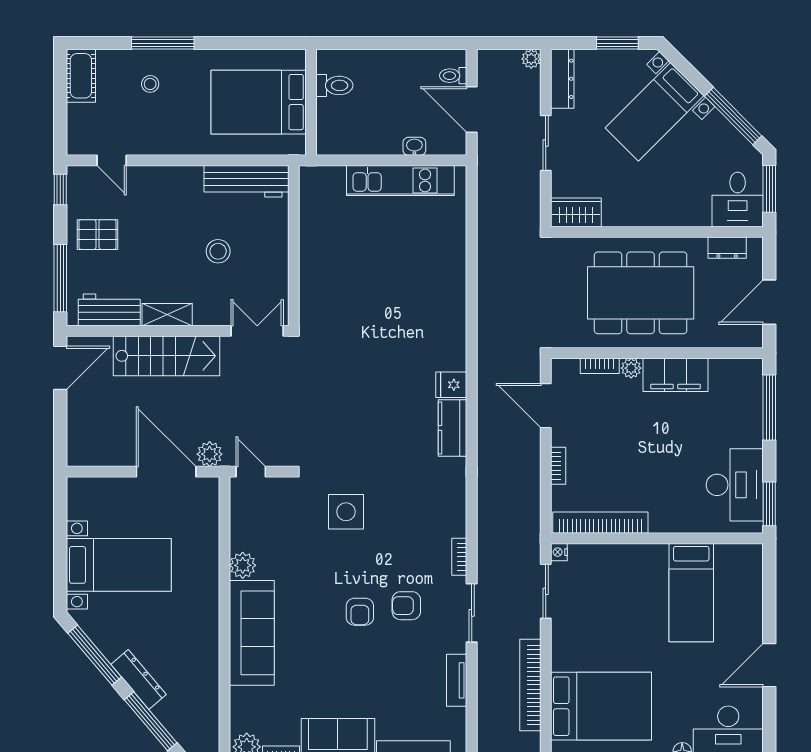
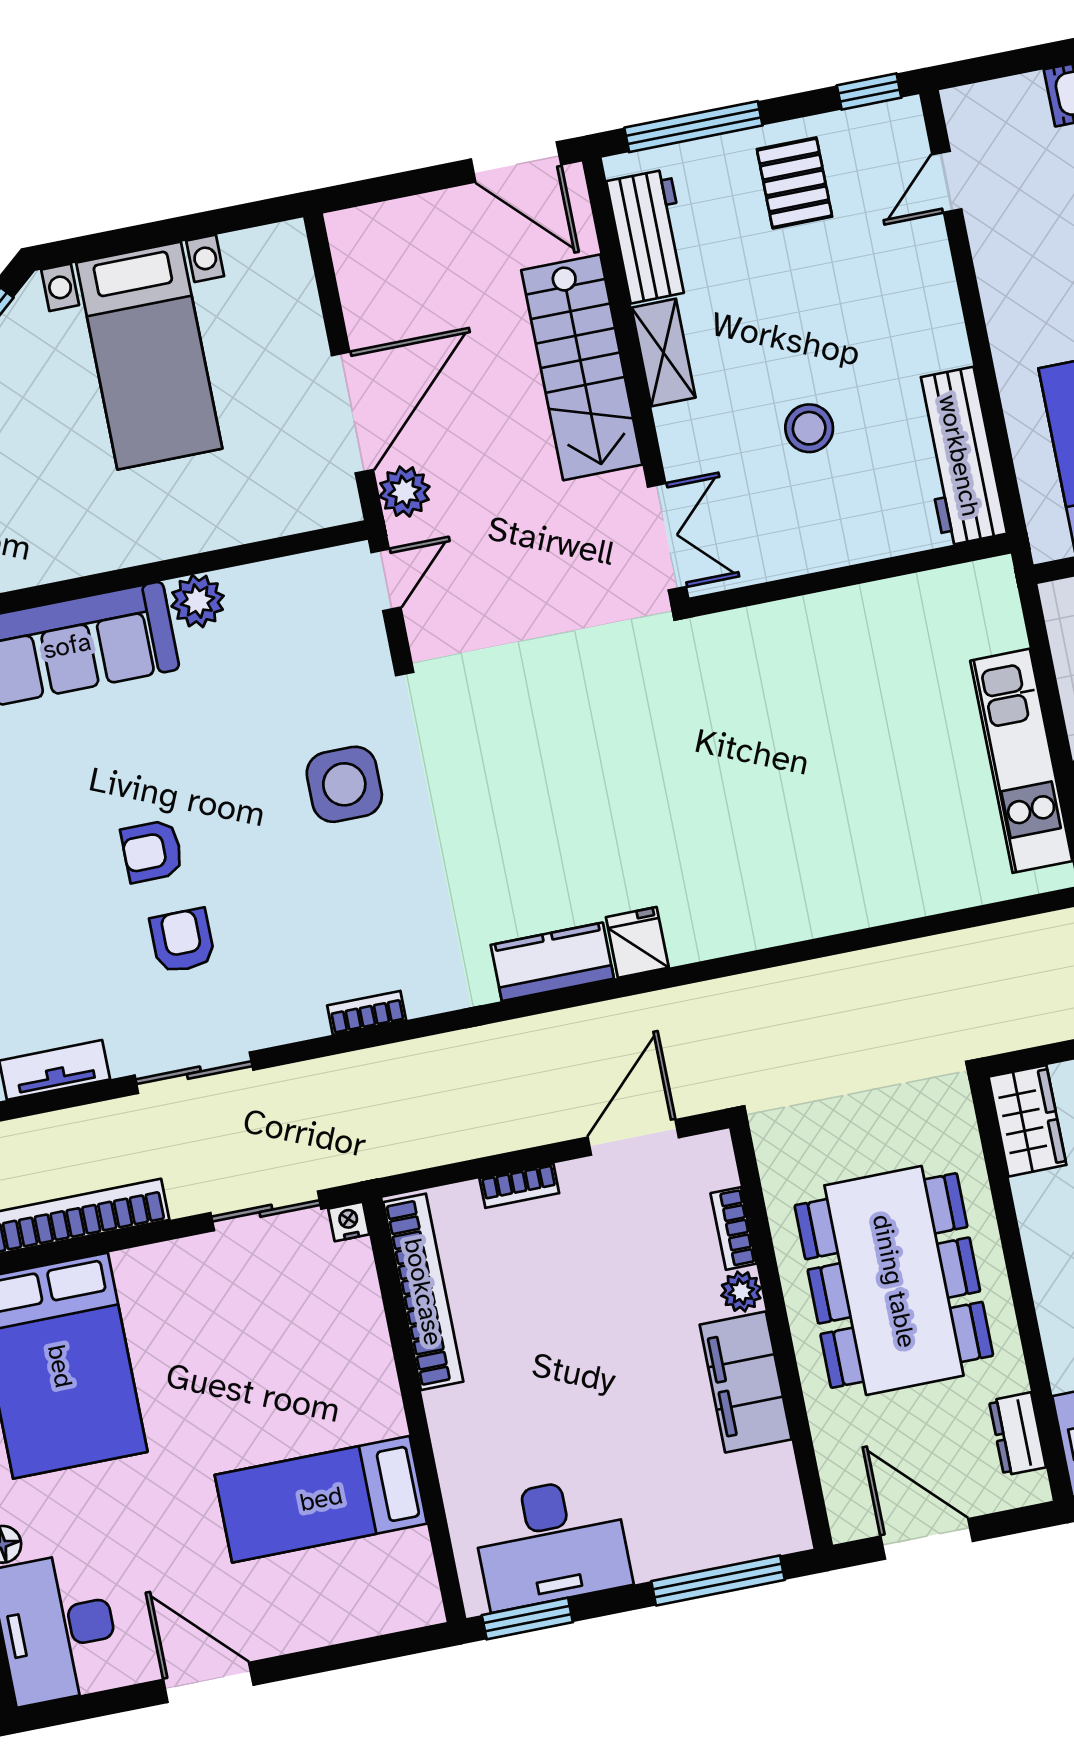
bookcase: (459, 557) -> (367, 1013), moved

